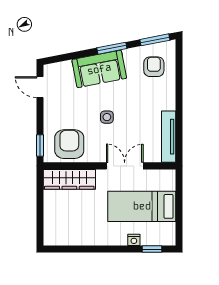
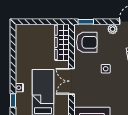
plant: (50, 107) -> (113, 29), added
double door: (125, 166) -> (71, 81), swing flipped

